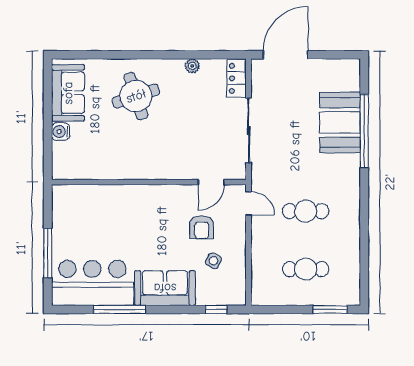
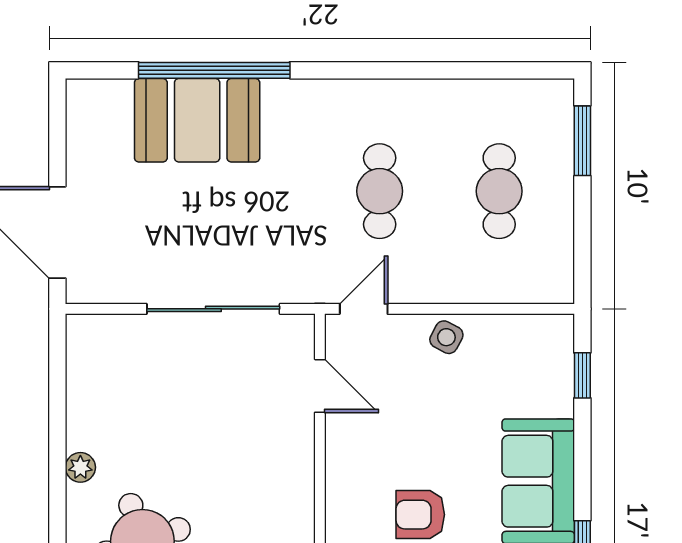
plant: (192, 66) -> (80, 467), moved
locker: (237, 78) -> (106, 333), removed
armchair: (202, 227) -> (420, 515), moved, turned 180
side table: (213, 261) -> (446, 337), moved

